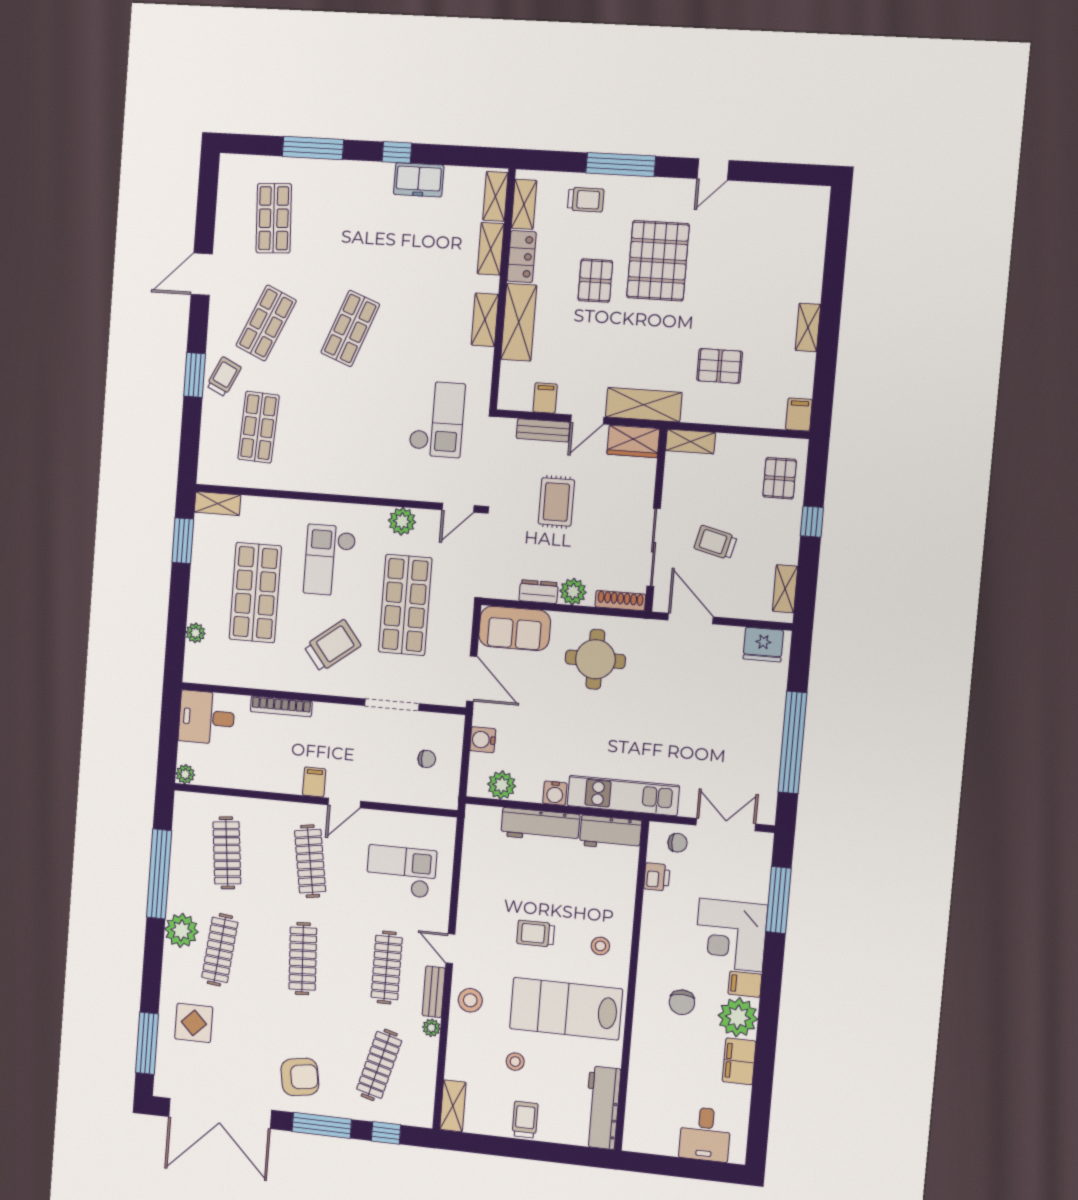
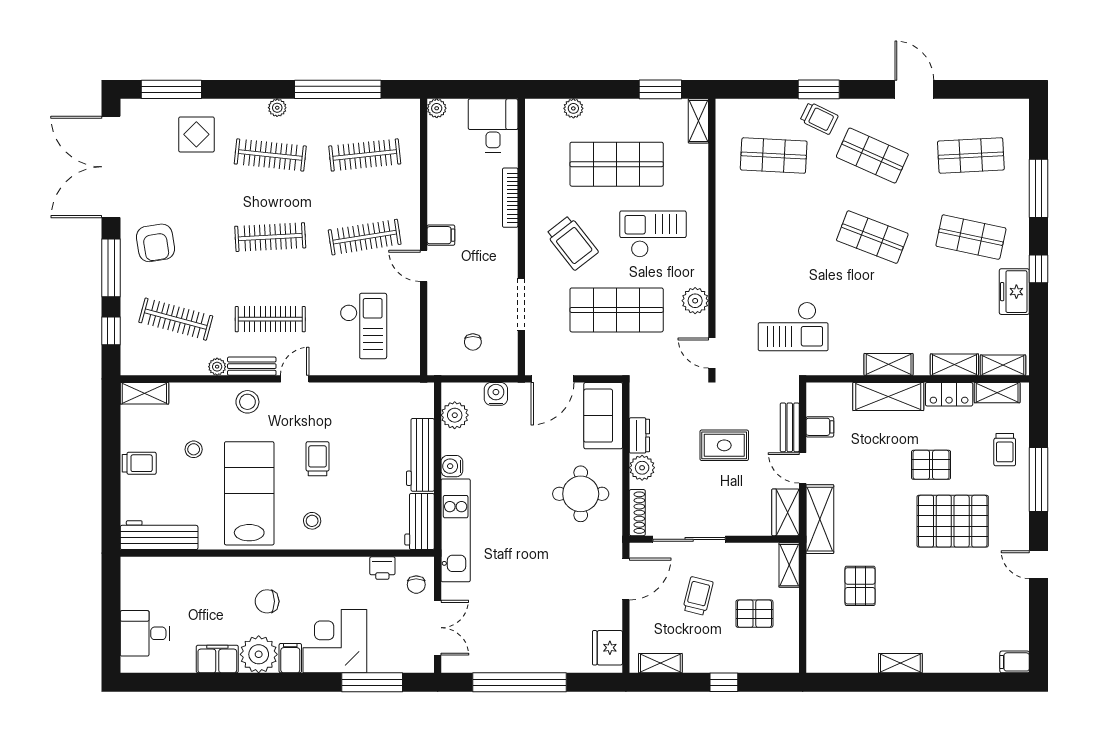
shop shelf: (358, 223) -> (971, 237), added
filing cabinet: (799, 415) -> (1015, 662), moved, turned 180
pallet: (780, 478) -> (754, 614), moved
plant: (181, 930) -> (277, 108), width x0.53, depth x0.53

